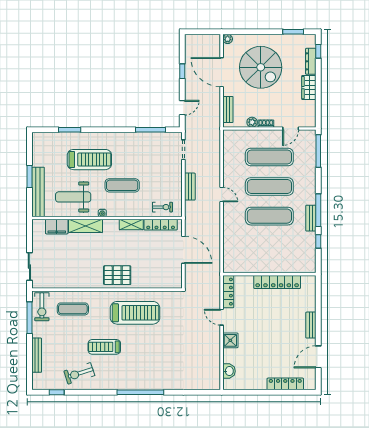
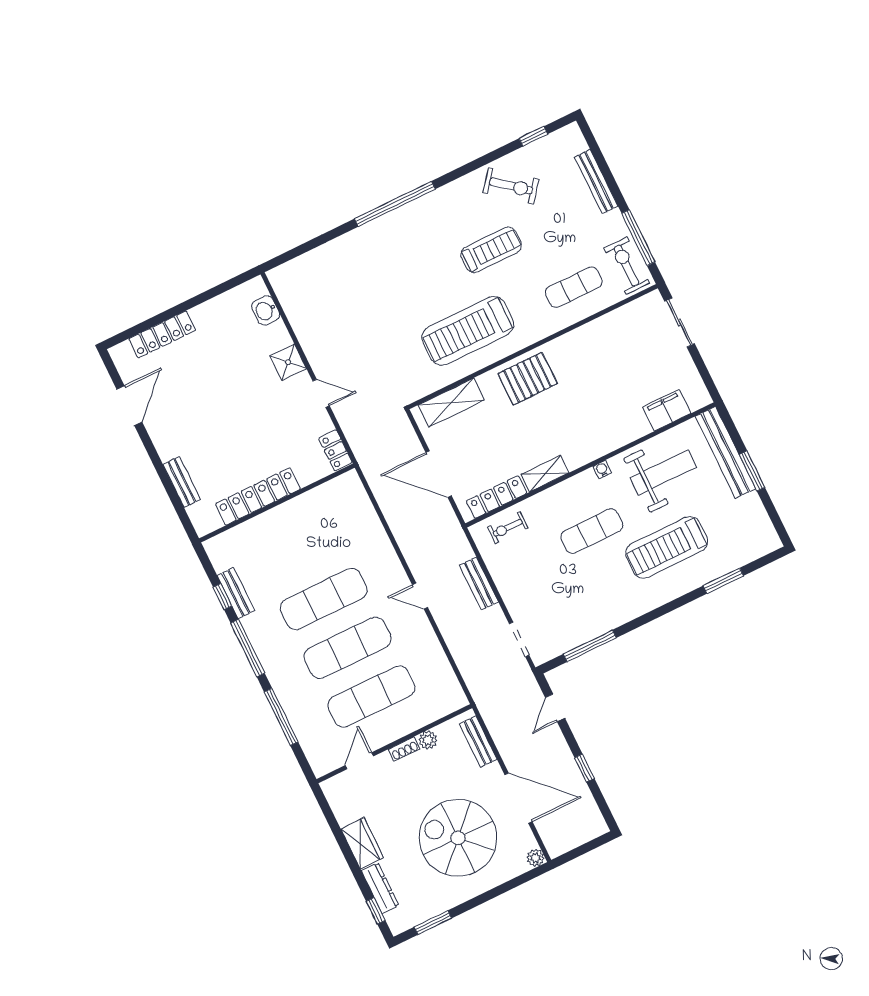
window: (318, 151) -> (281, 717), moved
bench: (311, 218) -> (236, 593), moved
shelving: (86, 226) -> (451, 403), moved
locker: (228, 292) -> (335, 450), width x0.66
bench: (311, 325) -> (182, 482), moved
exercise bike: (79, 373) -> (511, 186), turned 57

